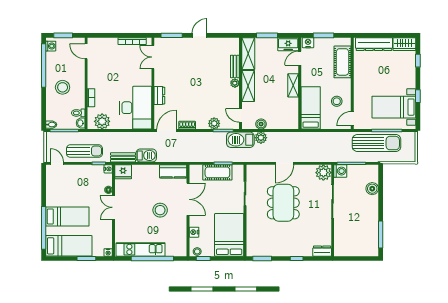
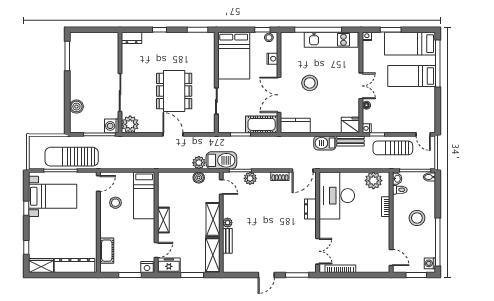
cot: (342, 62) -> (107, 251), width x0.73, depth x0.75
door: (284, 163) -> (173, 134), hinge flipped
cot: (217, 172) -> (262, 124), moved

